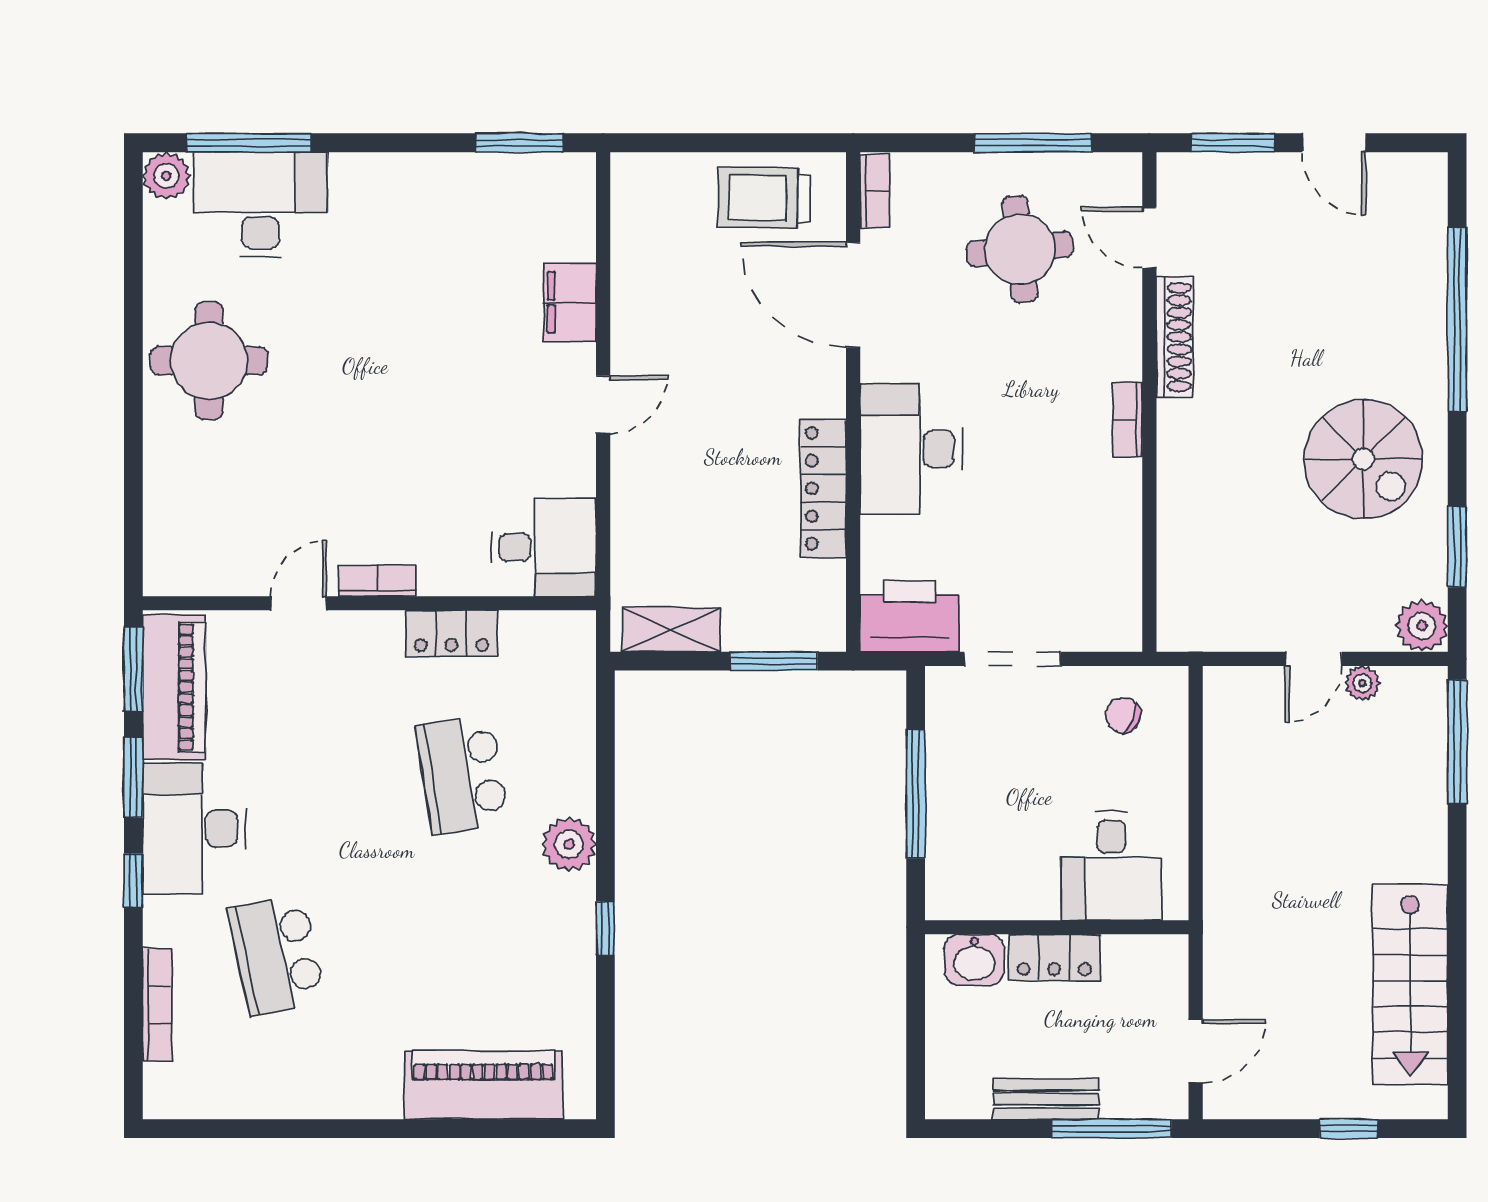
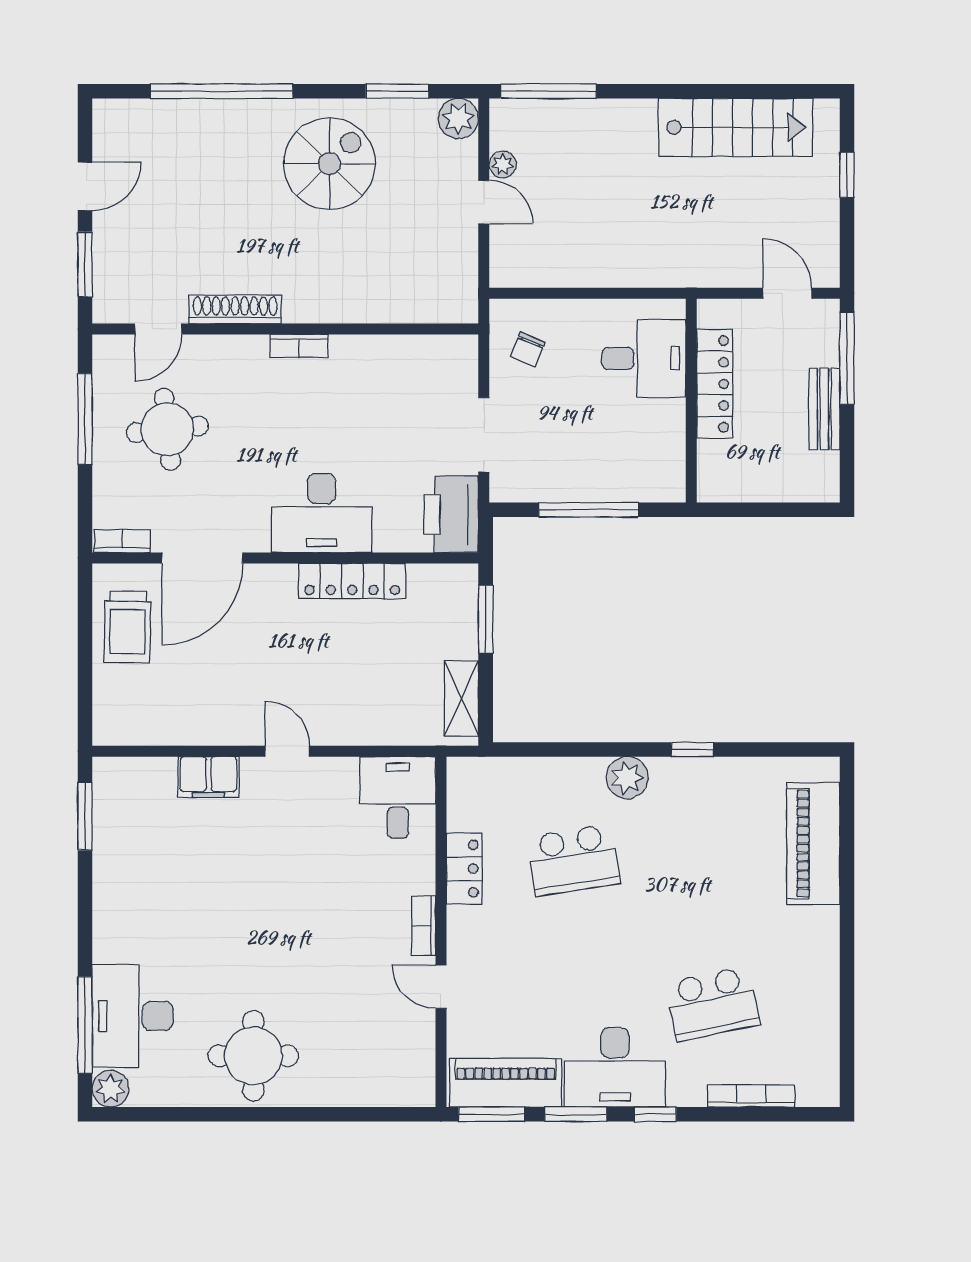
locker: (1054, 957) -> (715, 384), width x1.53
washbasin: (974, 960) -> (716, 464), removed

